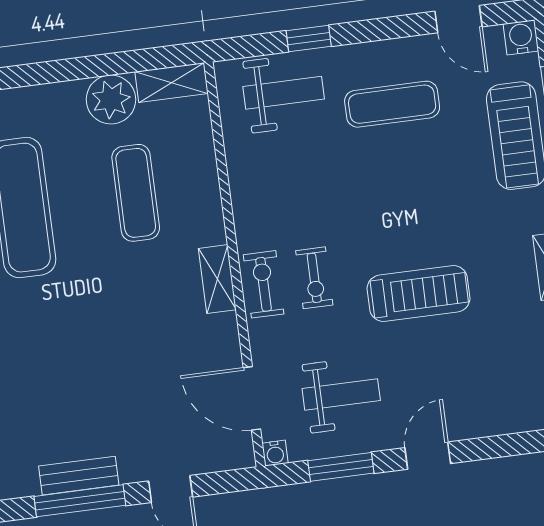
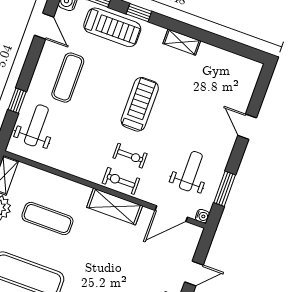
door: (459, 19) -> (44, 26), hinge flipped
shelving: (217, 279) -> (115, 207), width x1.50, depth x1.33
treadmill: (418, 294) -> (140, 104), moved
door: (428, 456) -> (247, 127), moved

